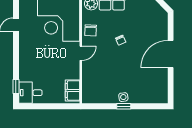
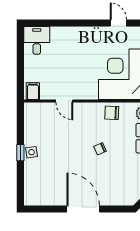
door: (81, 53) -> (64, 101), moved
window: (16, 86) -> (44, 23), removed
filing cabinet: (73, 91) -> (33, 91), width x0.50

